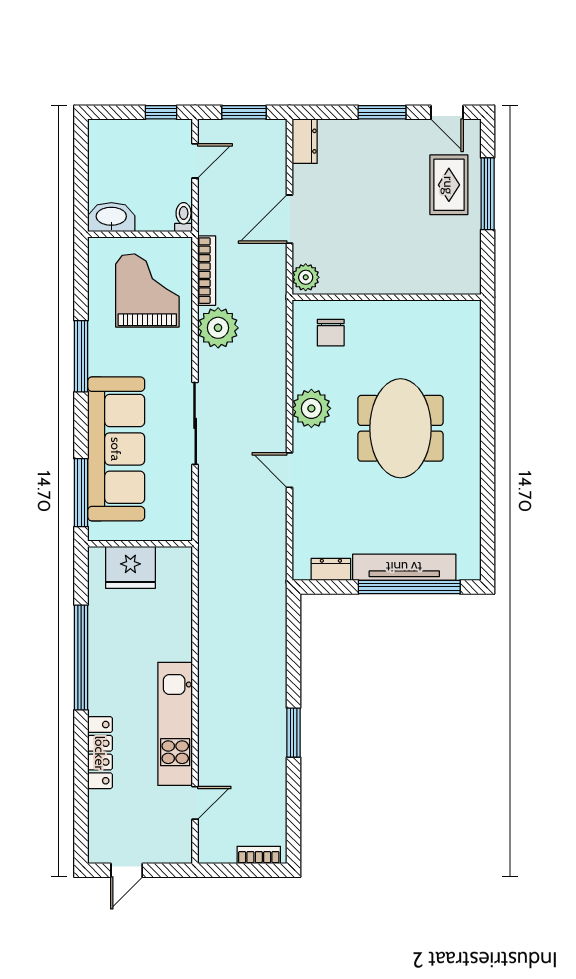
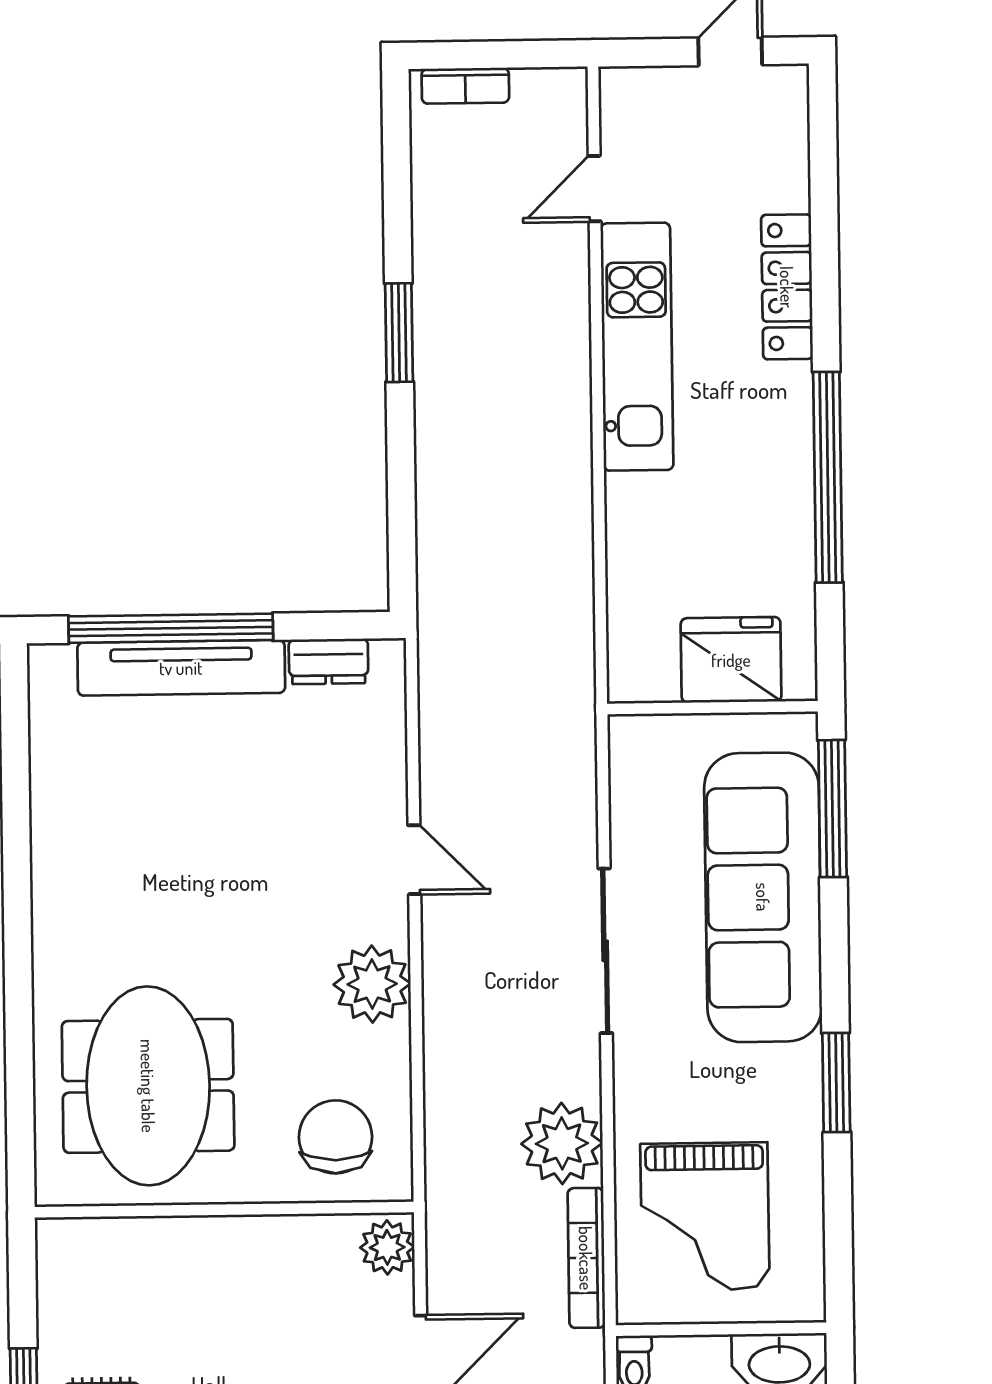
chair: (331, 333) -> (335, 1137), width x1.37, depth x1.37
window: (81, 356) -> (836, 1083), width x0.69
meeting table: (401, 428) -> (148, 1086), moved

